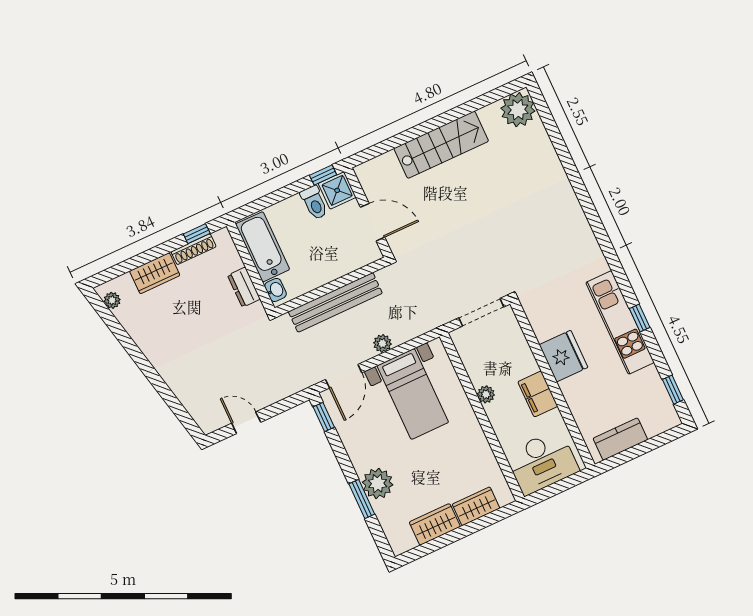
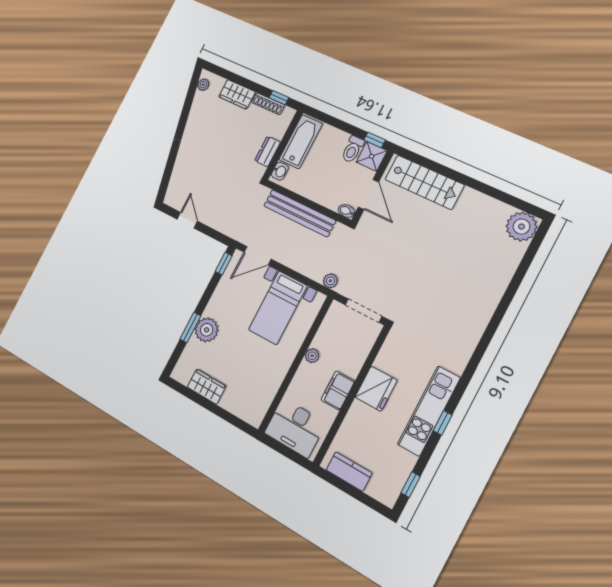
stairs: (441, 145) -> (424, 182), moved
bidet: (371, 255) -> (346, 211), added
plant: (382, 343) -> (330, 281), moved
wardrobe: (476, 506) -> (236, 405), removed

